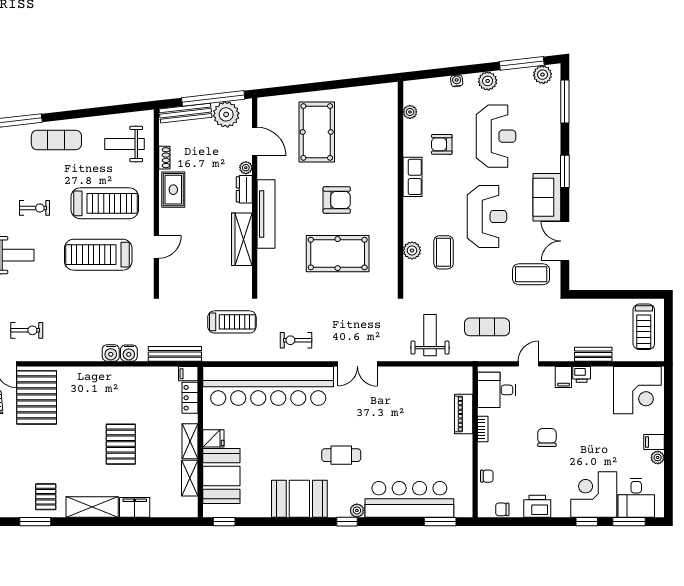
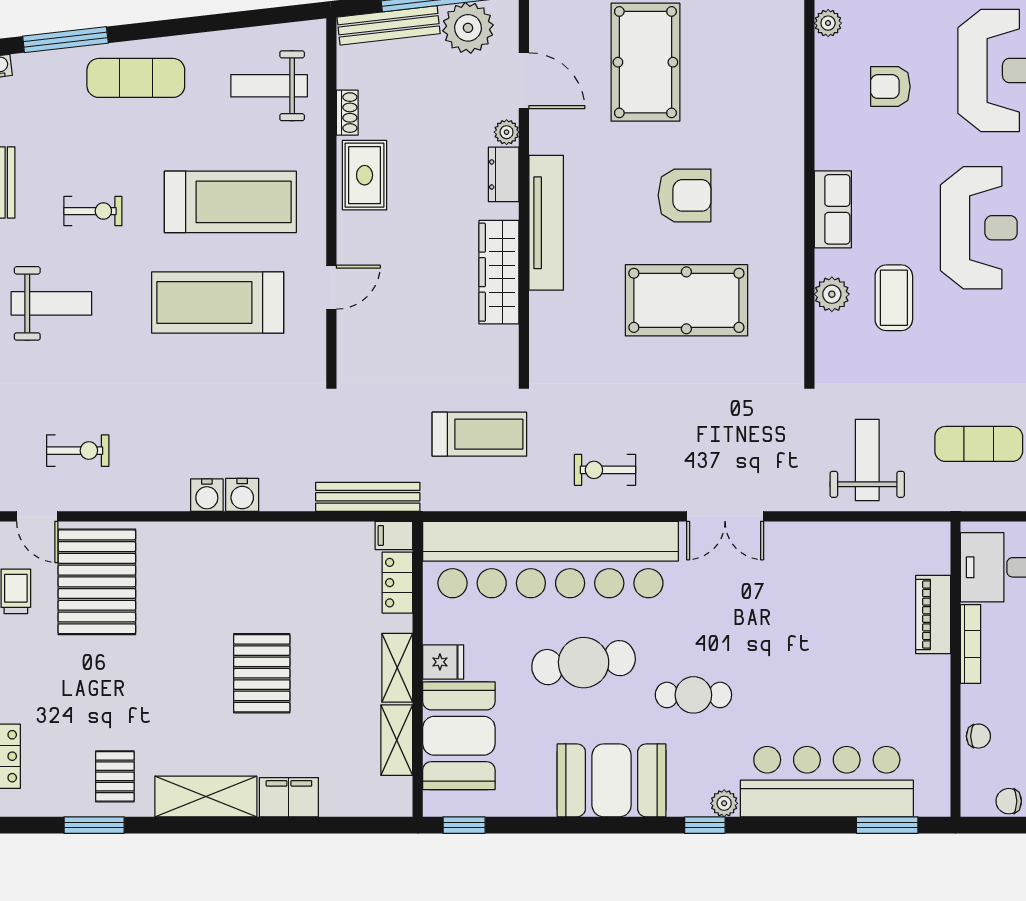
row of seats: (412, 177) -> (833, 209), moved
water cooler: (129, 353) -> (207, 495), moved
bookcase: (483, 429) -> (971, 644), width x1.56
cafe table: (285, 439) -> (584, 663), added

